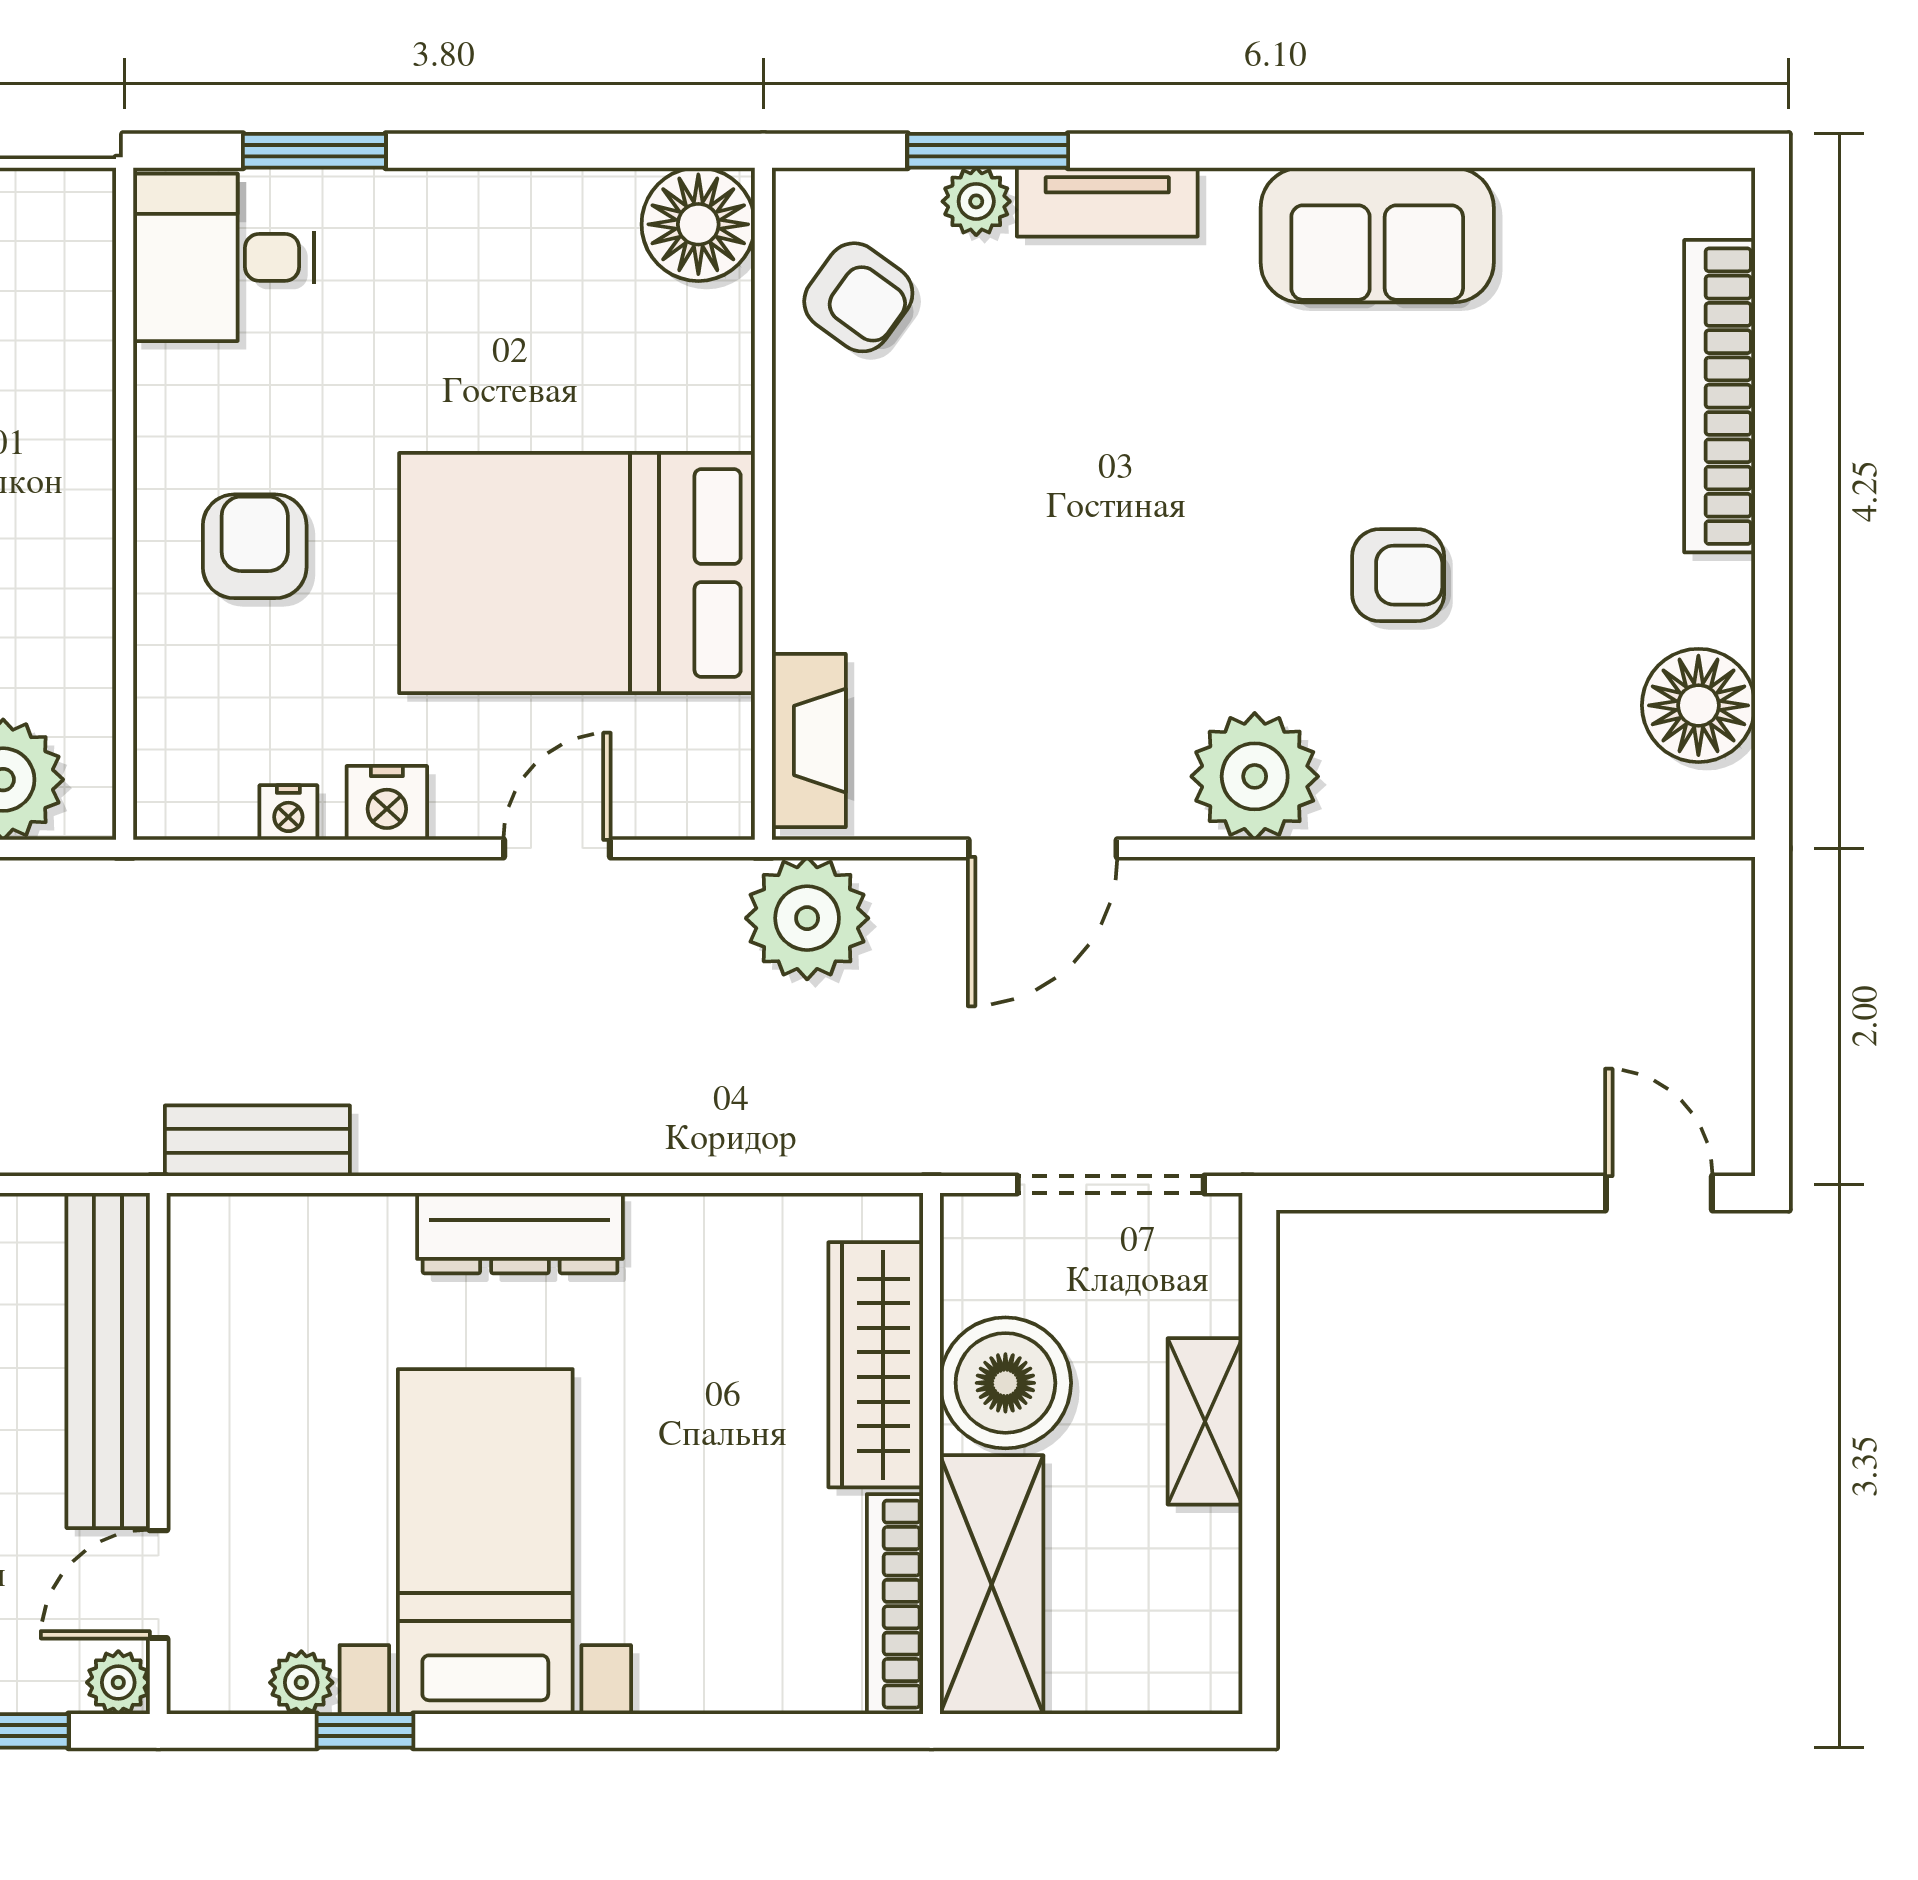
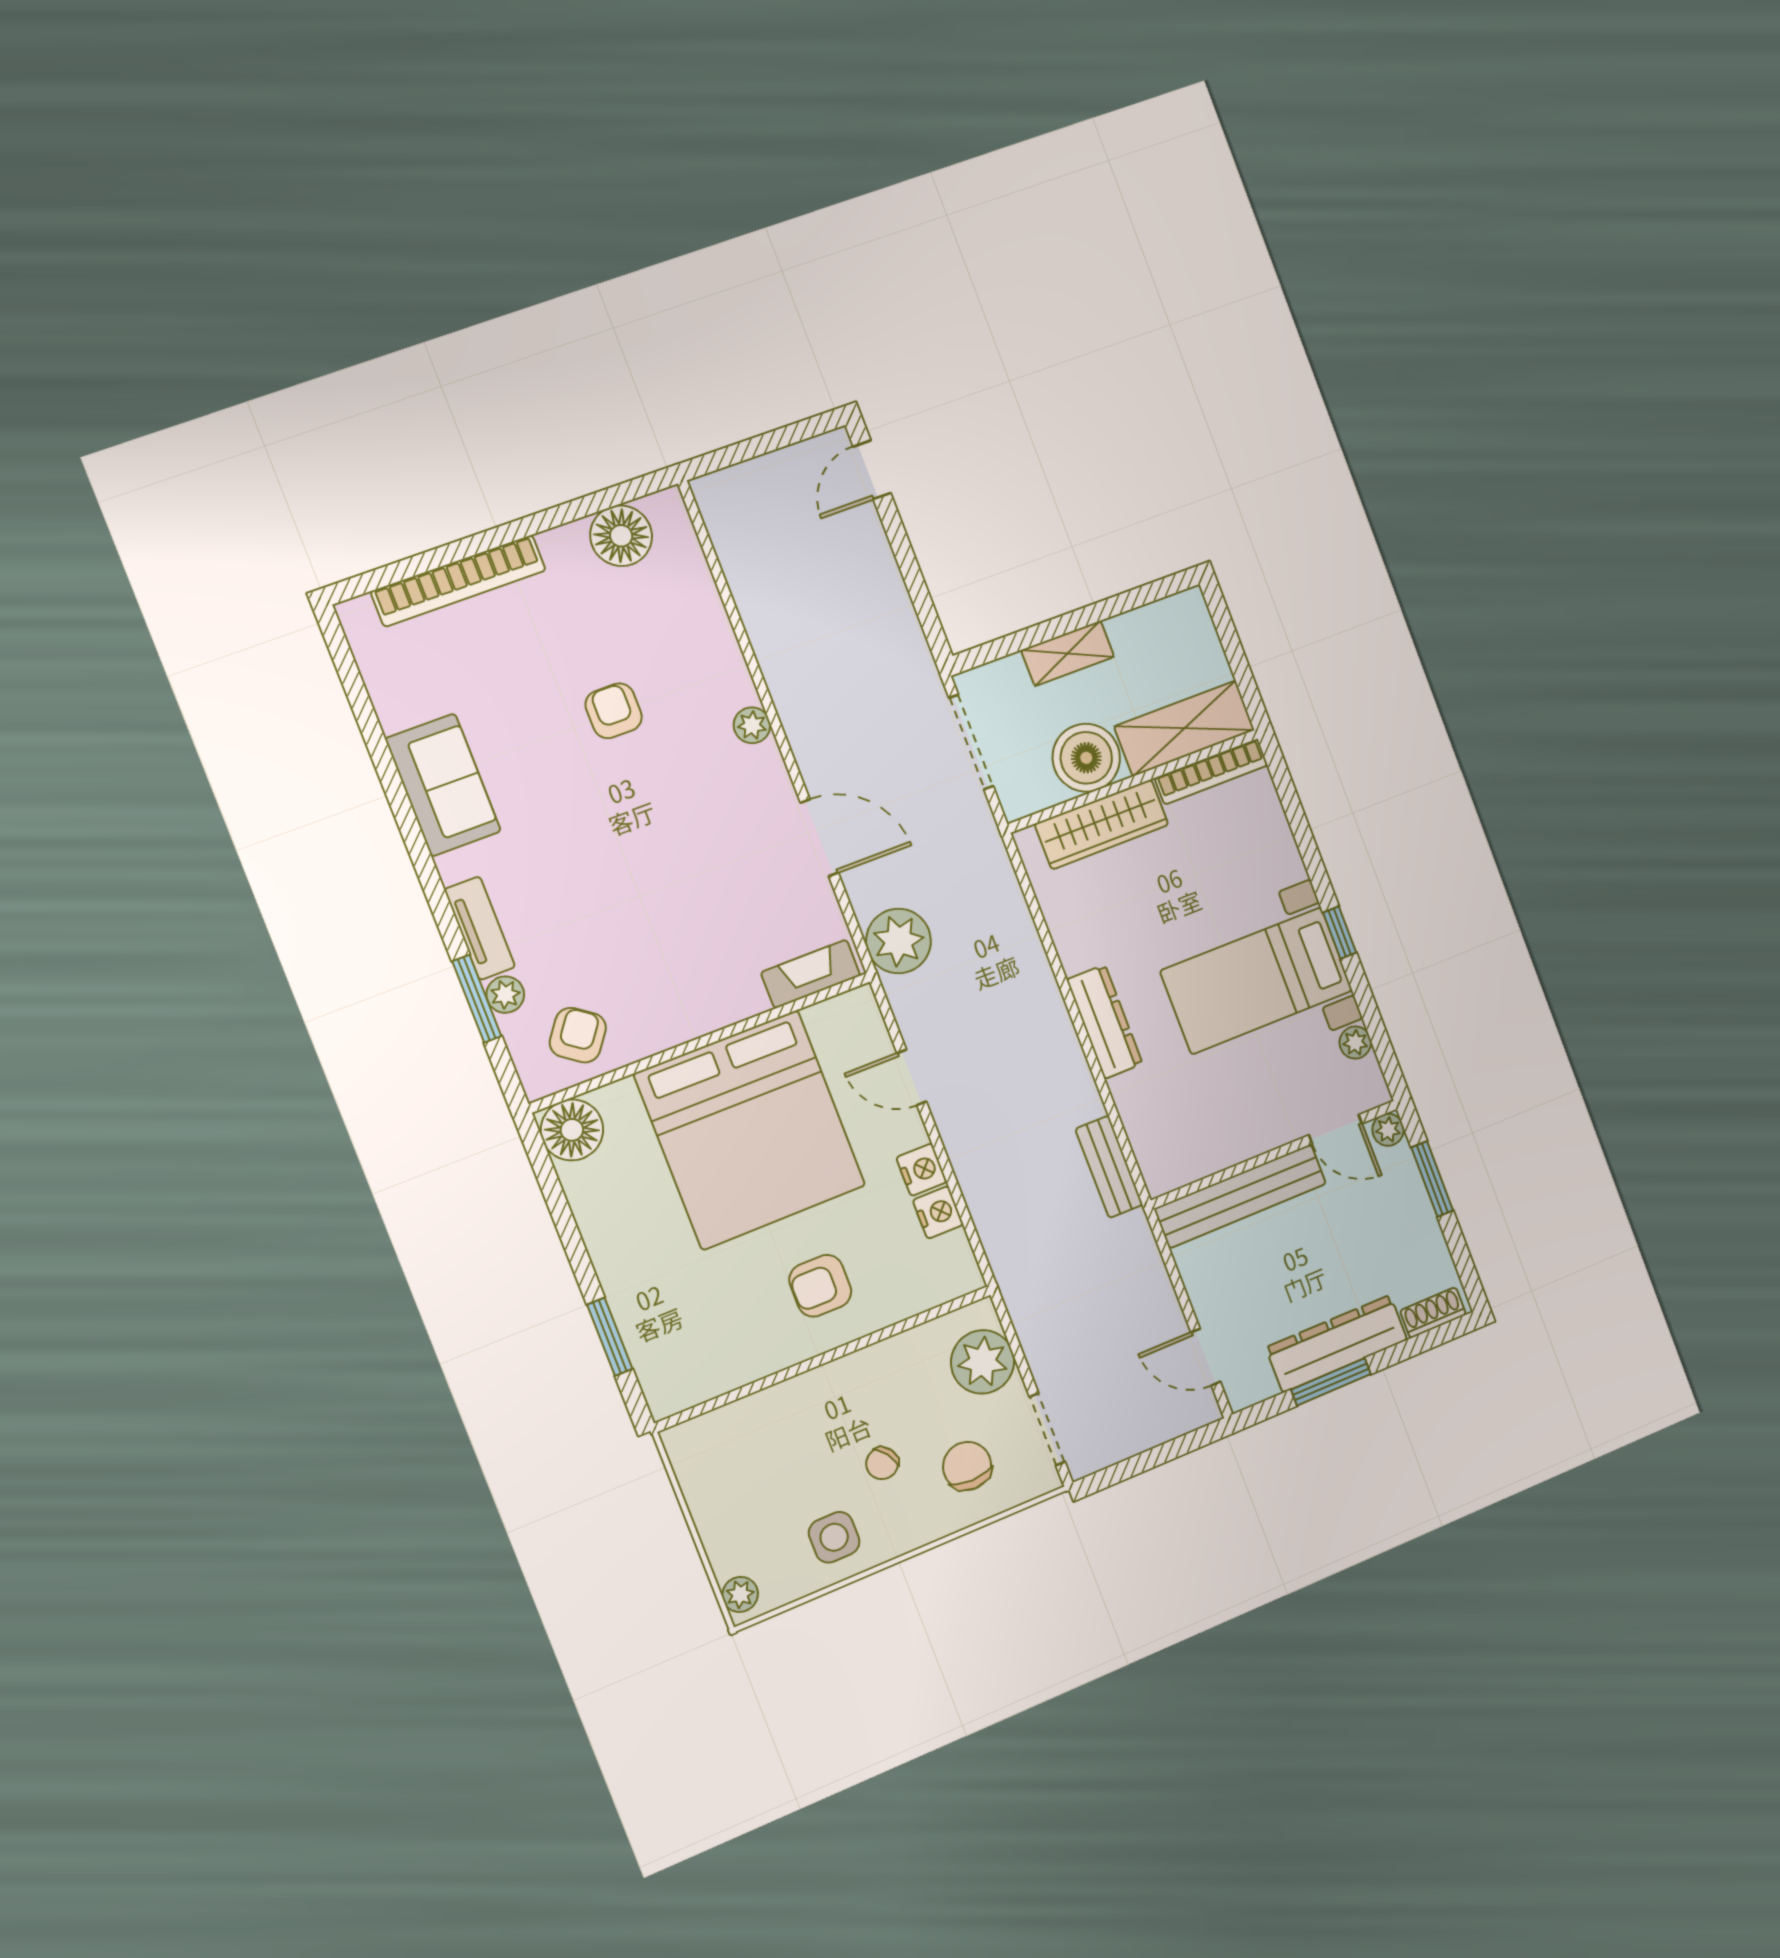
desk: (223, 257) -> (682, 1360), removed
bed: (577, 573) -> (750, 1130), width x1.36
plant: (1255, 776) -> (752, 725), width x0.53, depth x0.53
nightstand: (288, 813) -> (938, 1212), width x1.39, depth x1.35
window: (365, 1731) -> (1340, 933), moved

